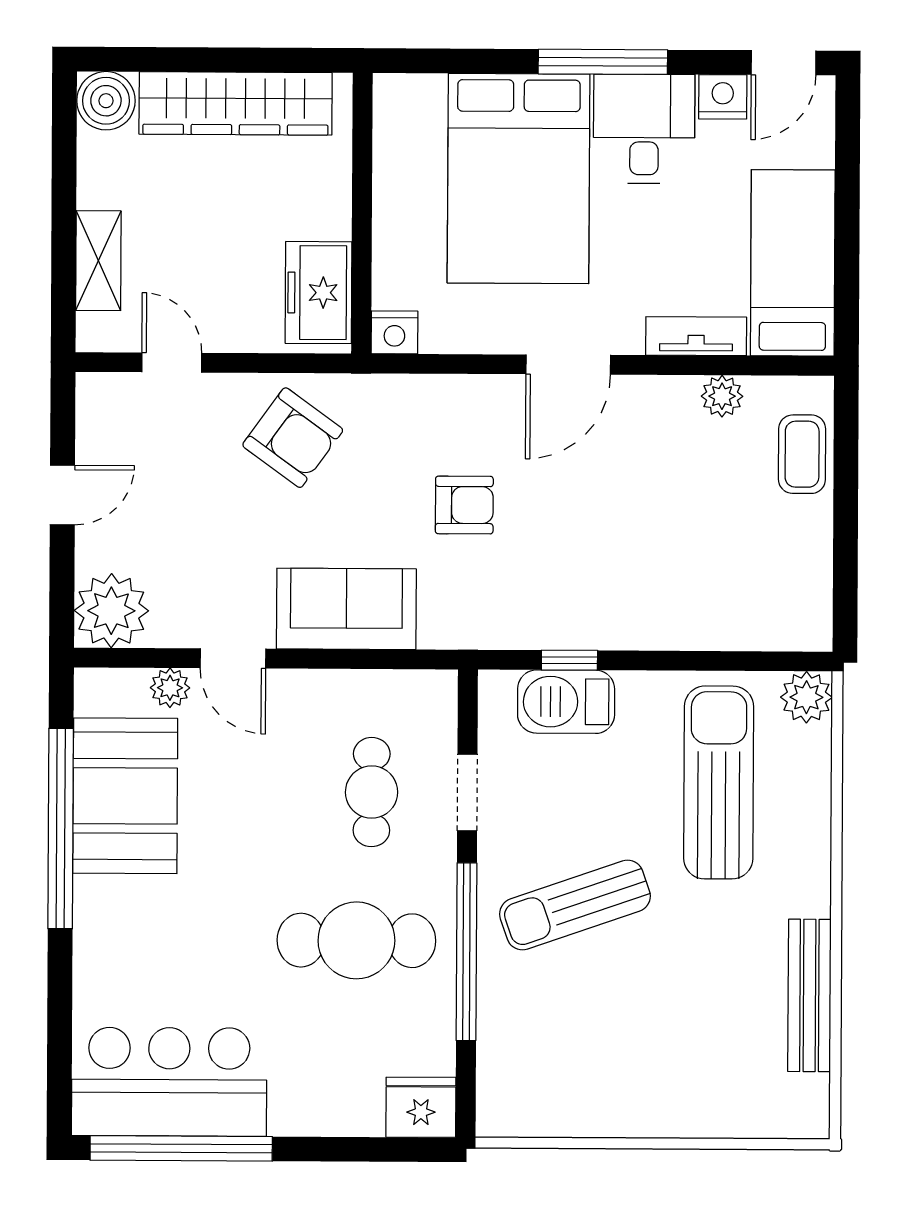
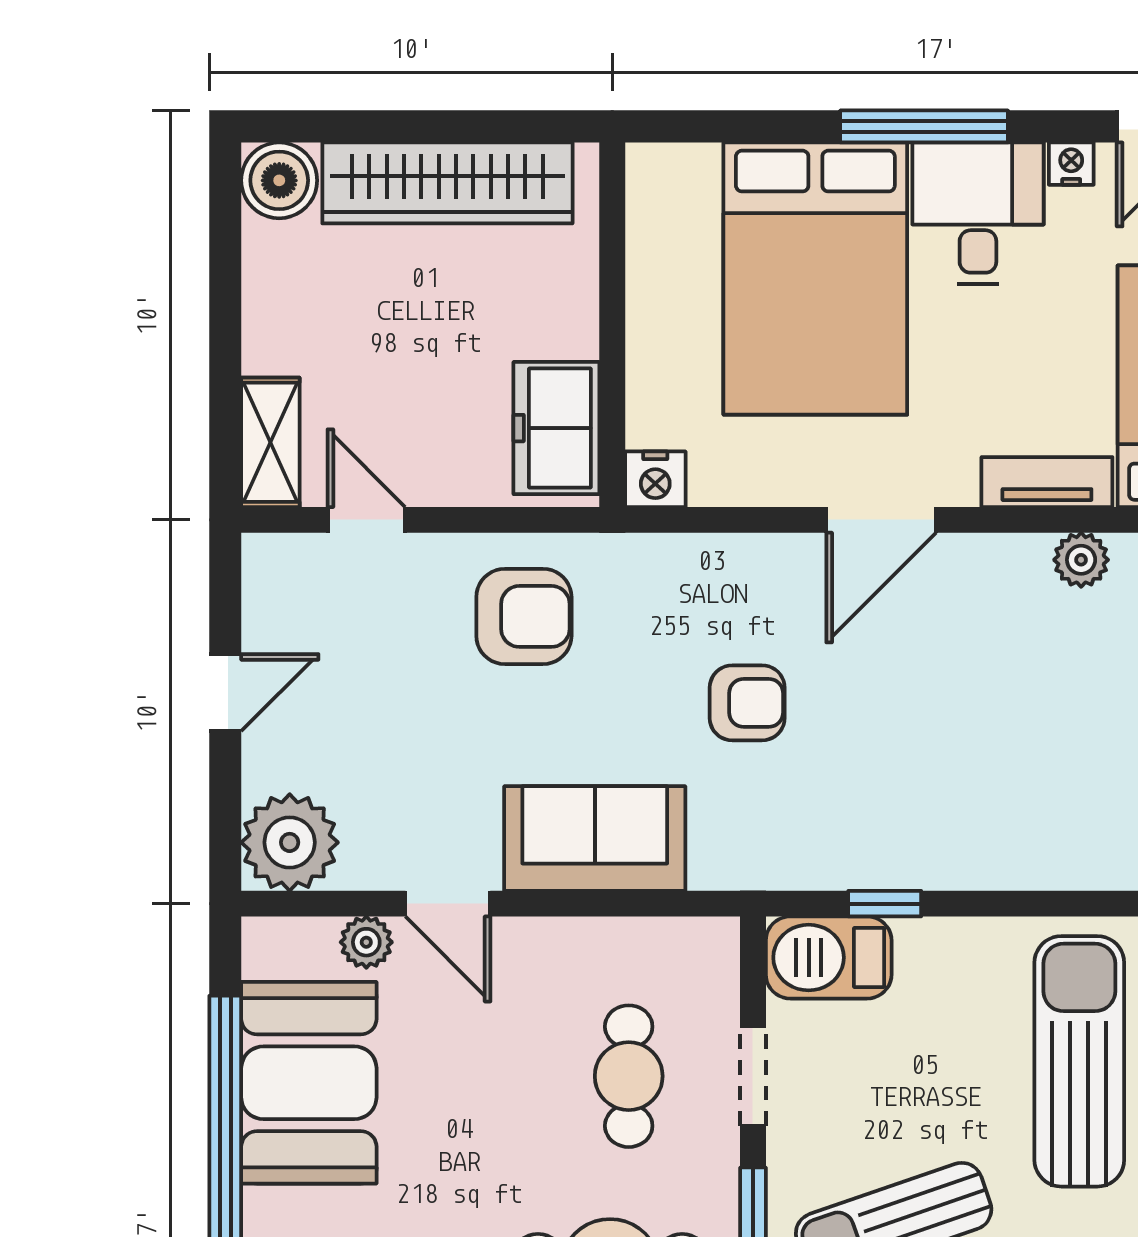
nightstand: (723, 97) -> (1071, 164), width x0.72, depth x0.74
shelving: (98, 261) -> (270, 442), moved
armchair: (293, 438) -> (524, 616), turned -36
barbecue: (566, 702) -> (829, 958), moved

